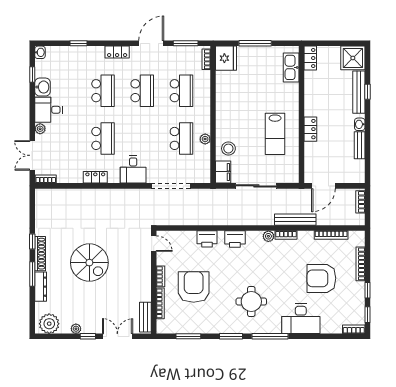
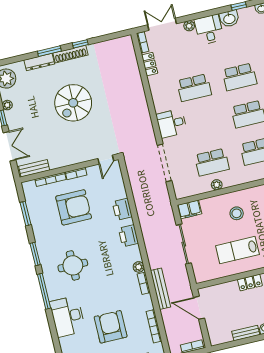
stool: (228, 149) -> (237, 213), moved
locker: (95, 177) -> (150, 64), moved

